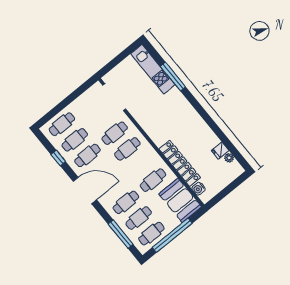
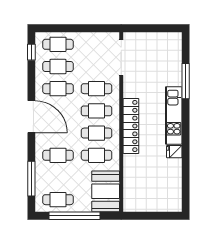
kitchen unit: (153, 69) -> (174, 115), moved
fridge: (220, 151) -> (174, 152), moved
window: (58, 158) -> (31, 52), moved
plant: (229, 158) -> (177, 189), removed
locker: (180, 163) -> (131, 126), moved
water cooler: (198, 189) -> (129, 194), removed
cafe table: (139, 218) -> (97, 133), moved

